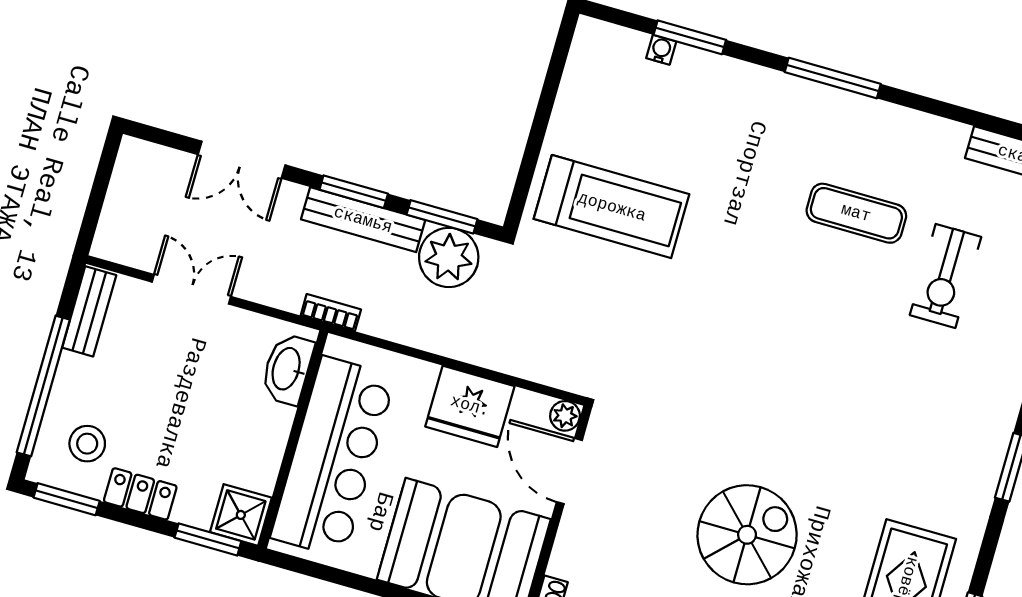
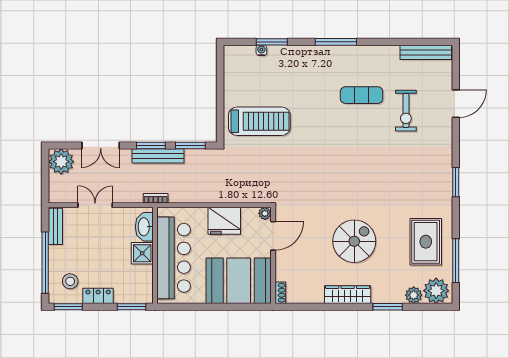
plant: (449, 257) -> (61, 162), moved
door: (569, 471) -> (273, 236), swing flipped
shower: (241, 515) -> (142, 253), moved

